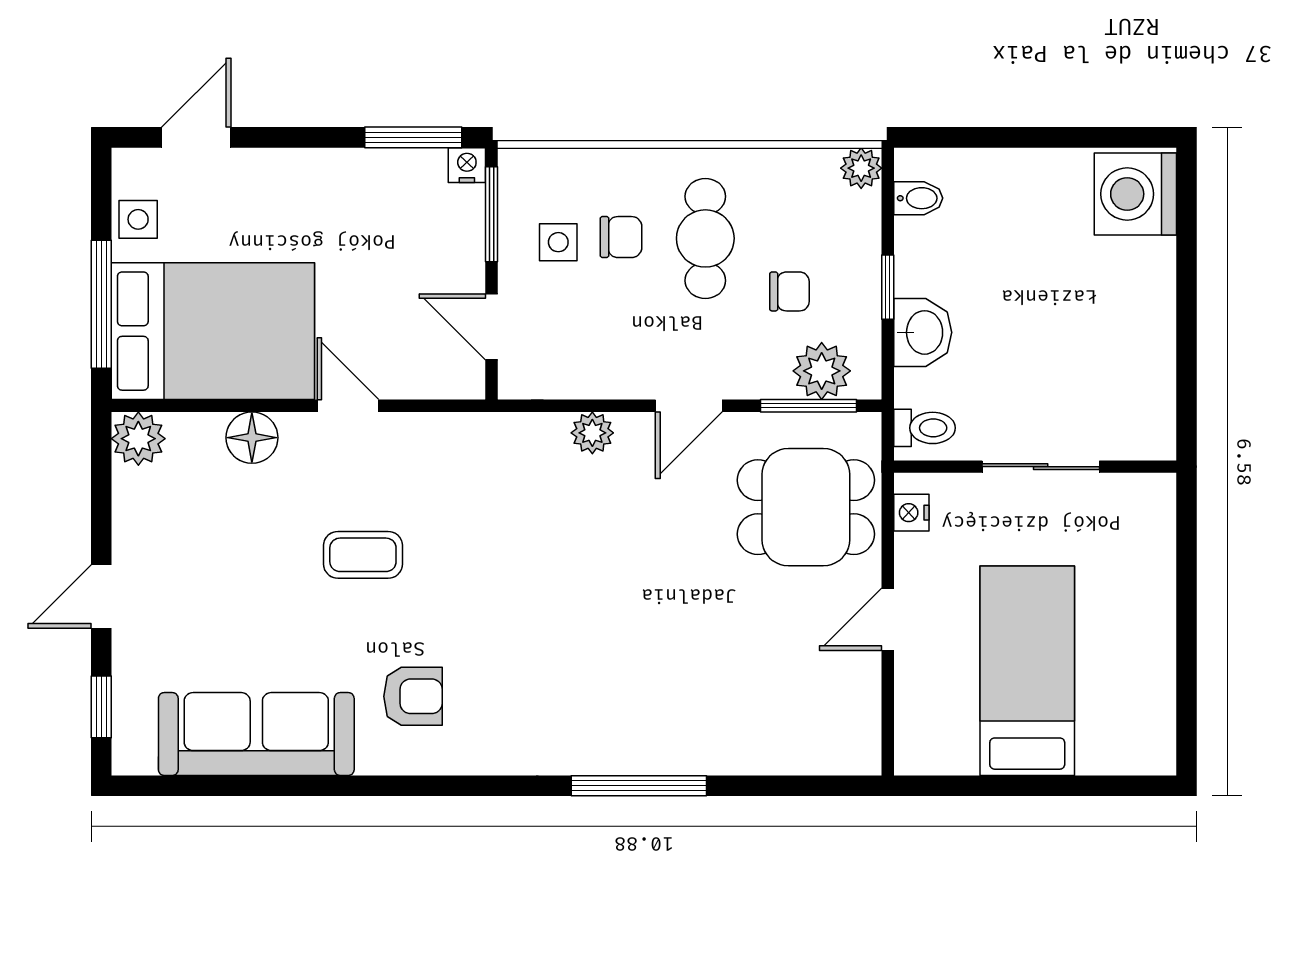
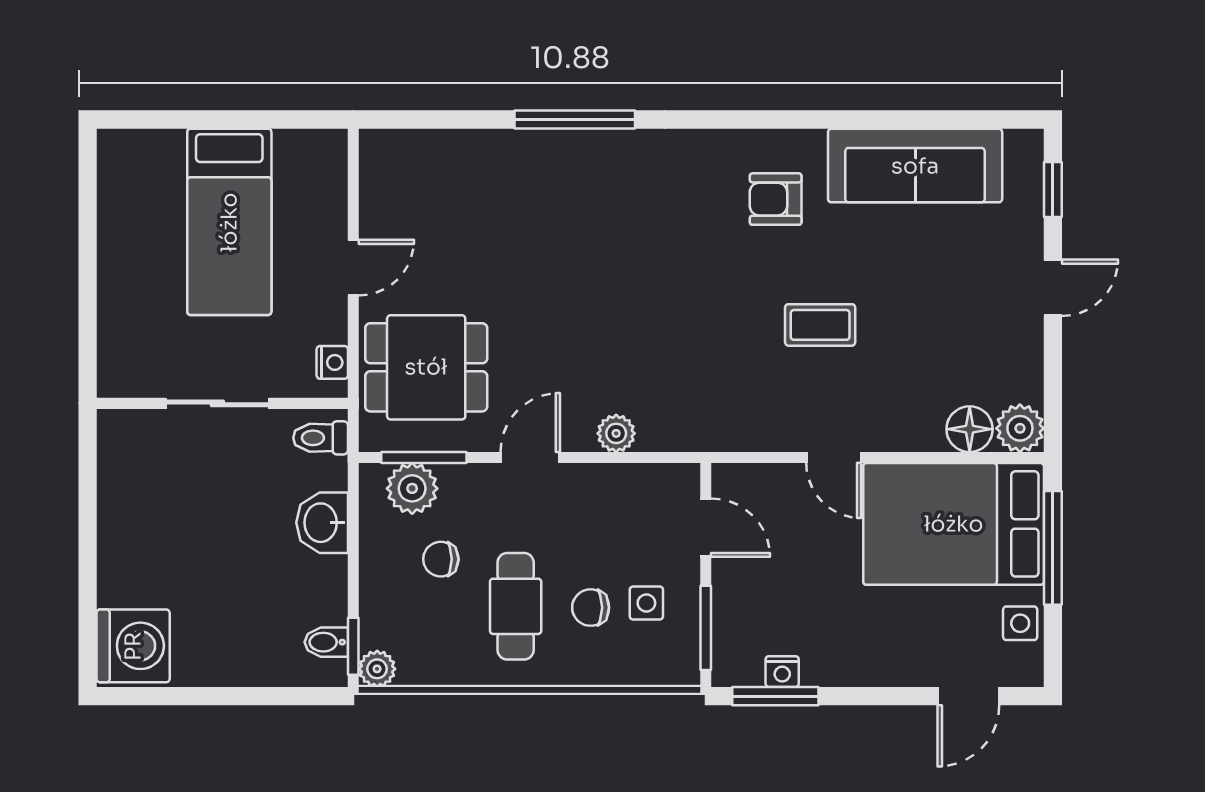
nightstand: (467, 165) -> (782, 672), moved
window: (888, 287) -> (353, 646), moved
floor lamp: (252, 438) -> (970, 429), moved

